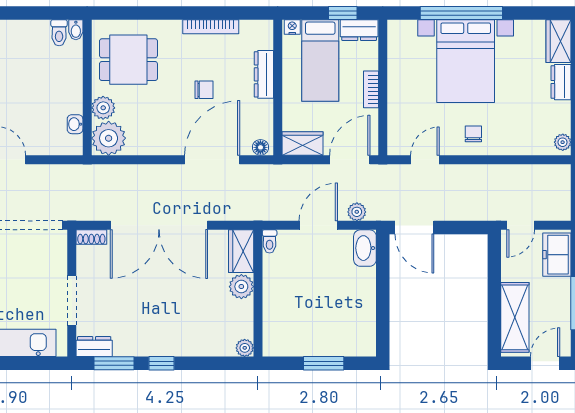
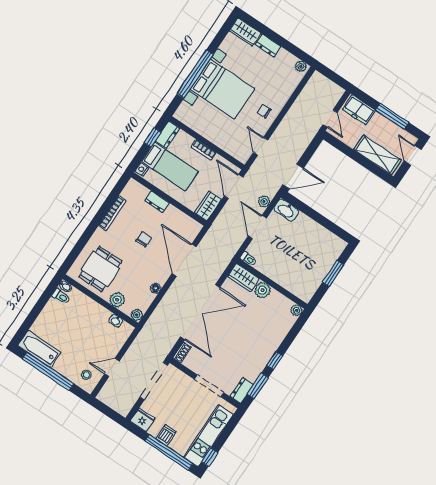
dresser: (264, 74) -> (157, 202), width x0.70
plant: (109, 138) -> (137, 315), width x0.53, depth x0.53
floor lamp: (260, 147) -> (156, 288), moved

